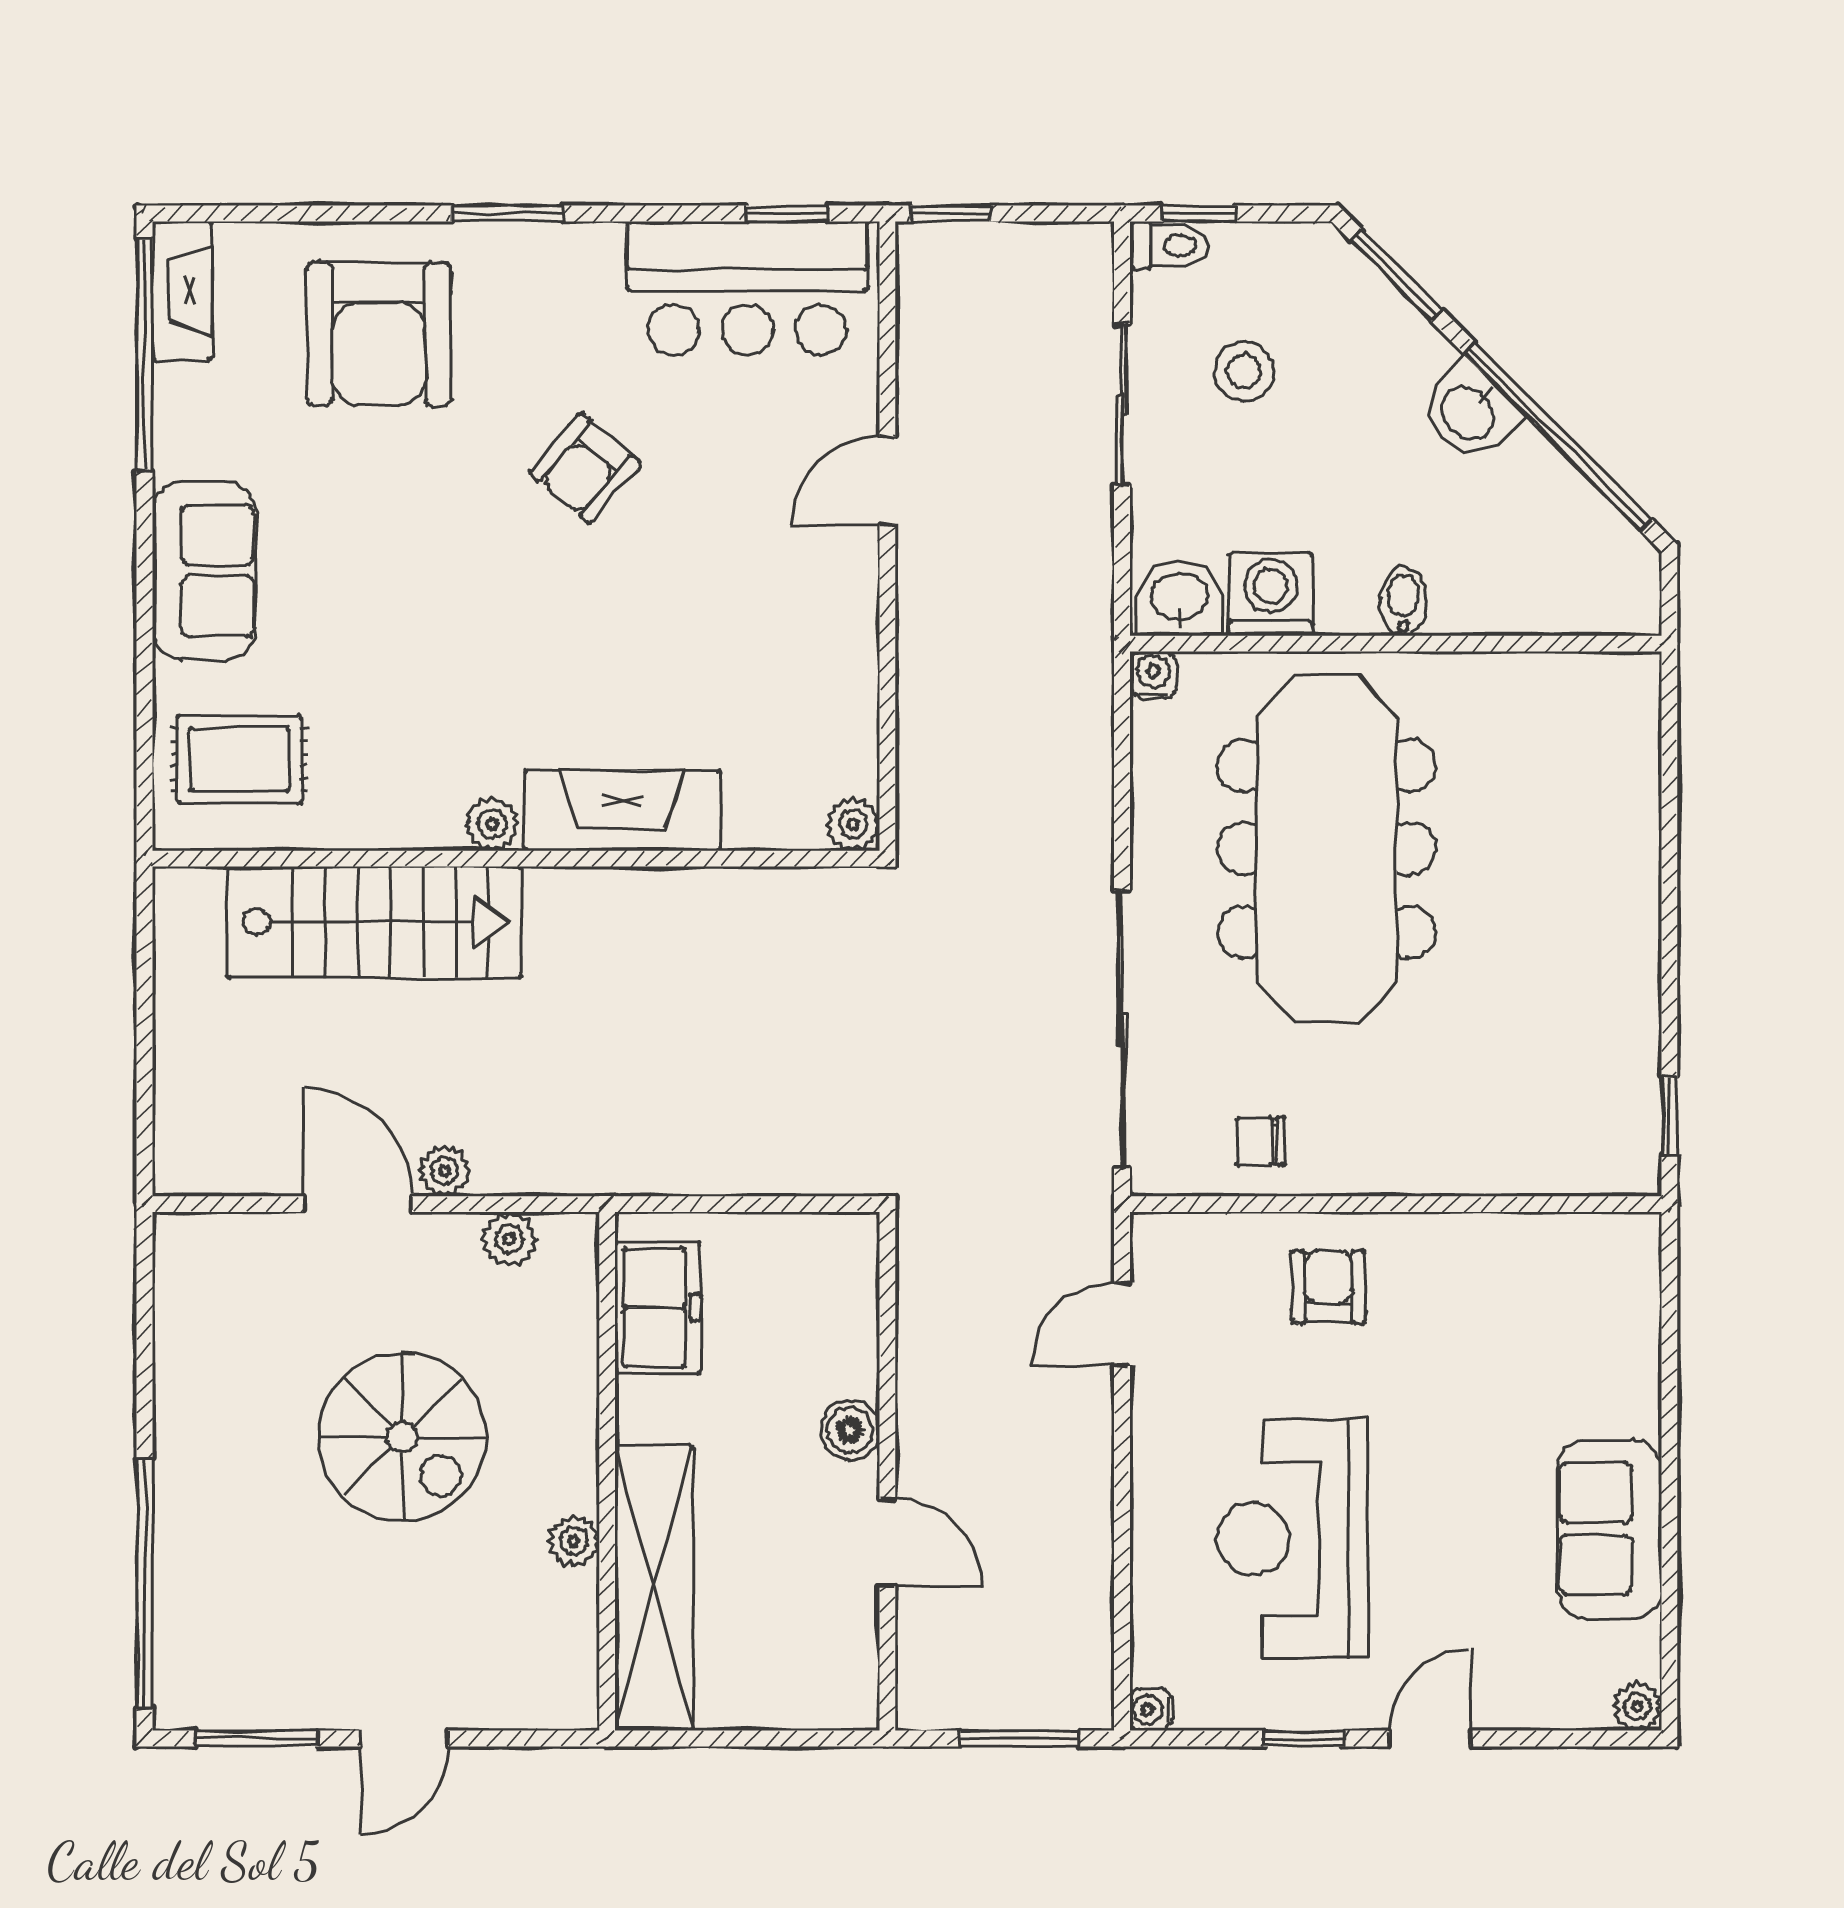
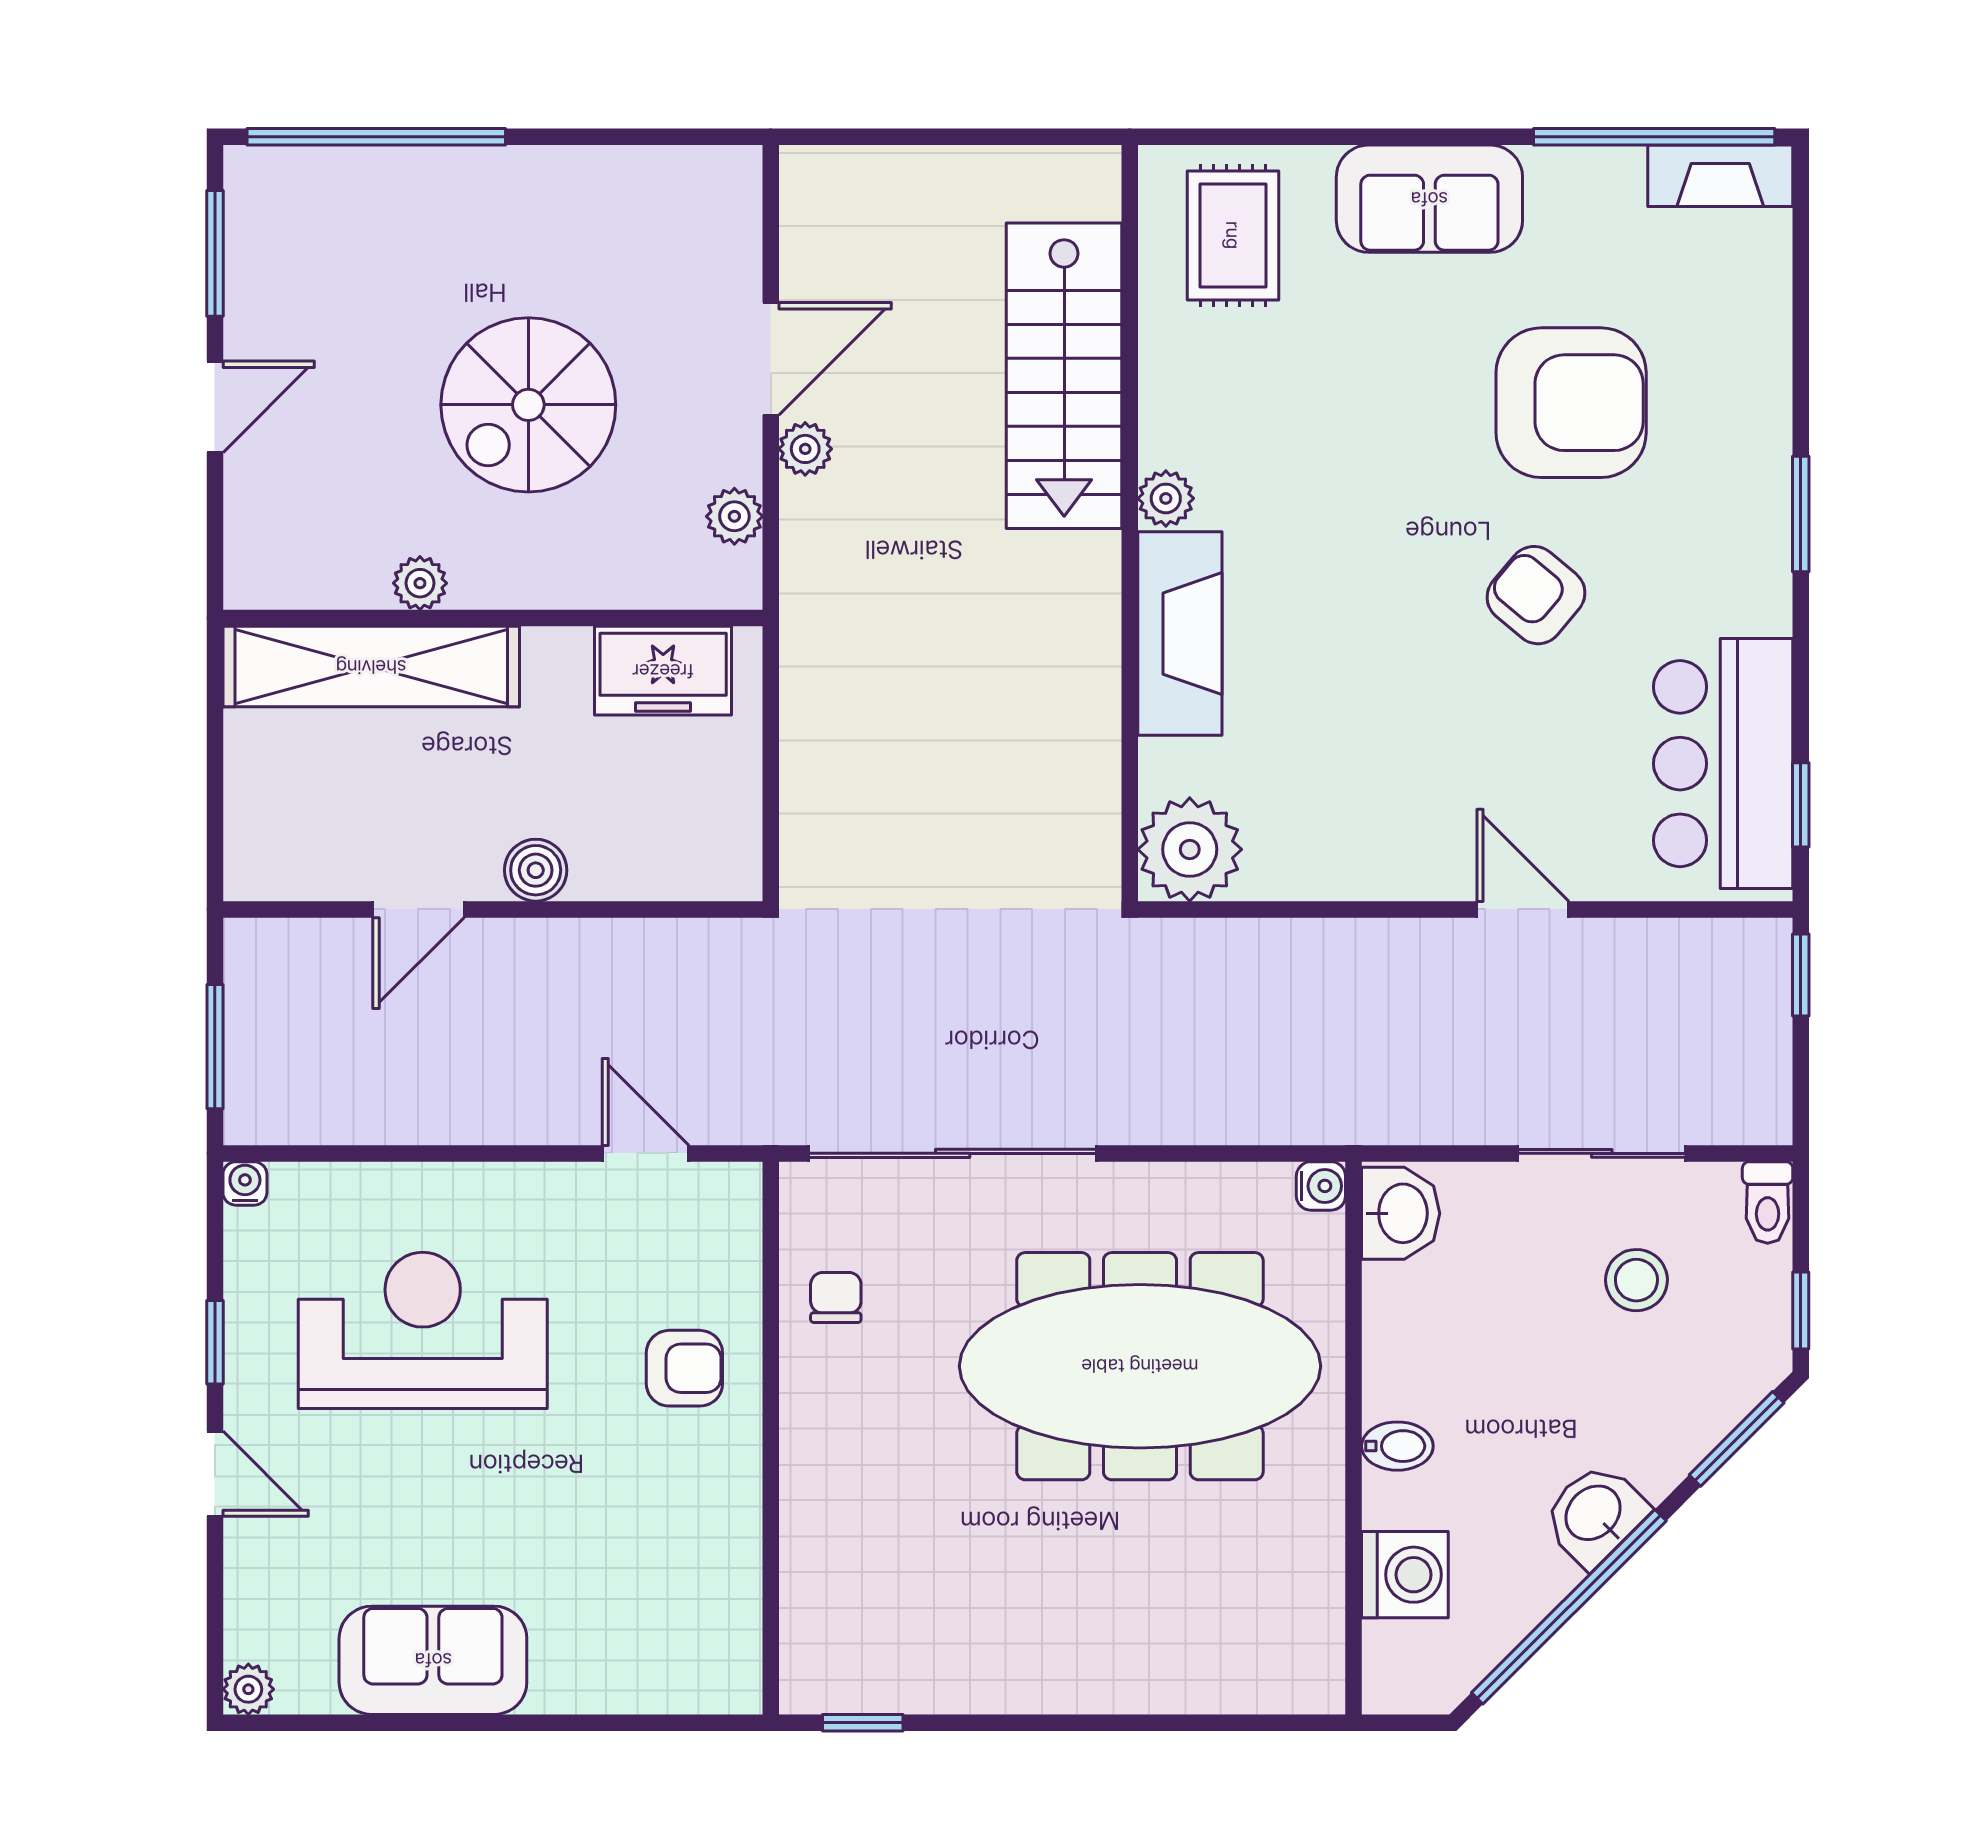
window: (1199, 214) -> (1801, 1310), moved
armchair: (379, 334) -> (1571, 403), moved, turned 180
washing machine: (1271, 594) -> (1405, 1575), moved
plant: (853, 824) -> (1190, 849), width x1.88, depth x1.88
door: (404, 1738) -> (215, 407), swing flipped

